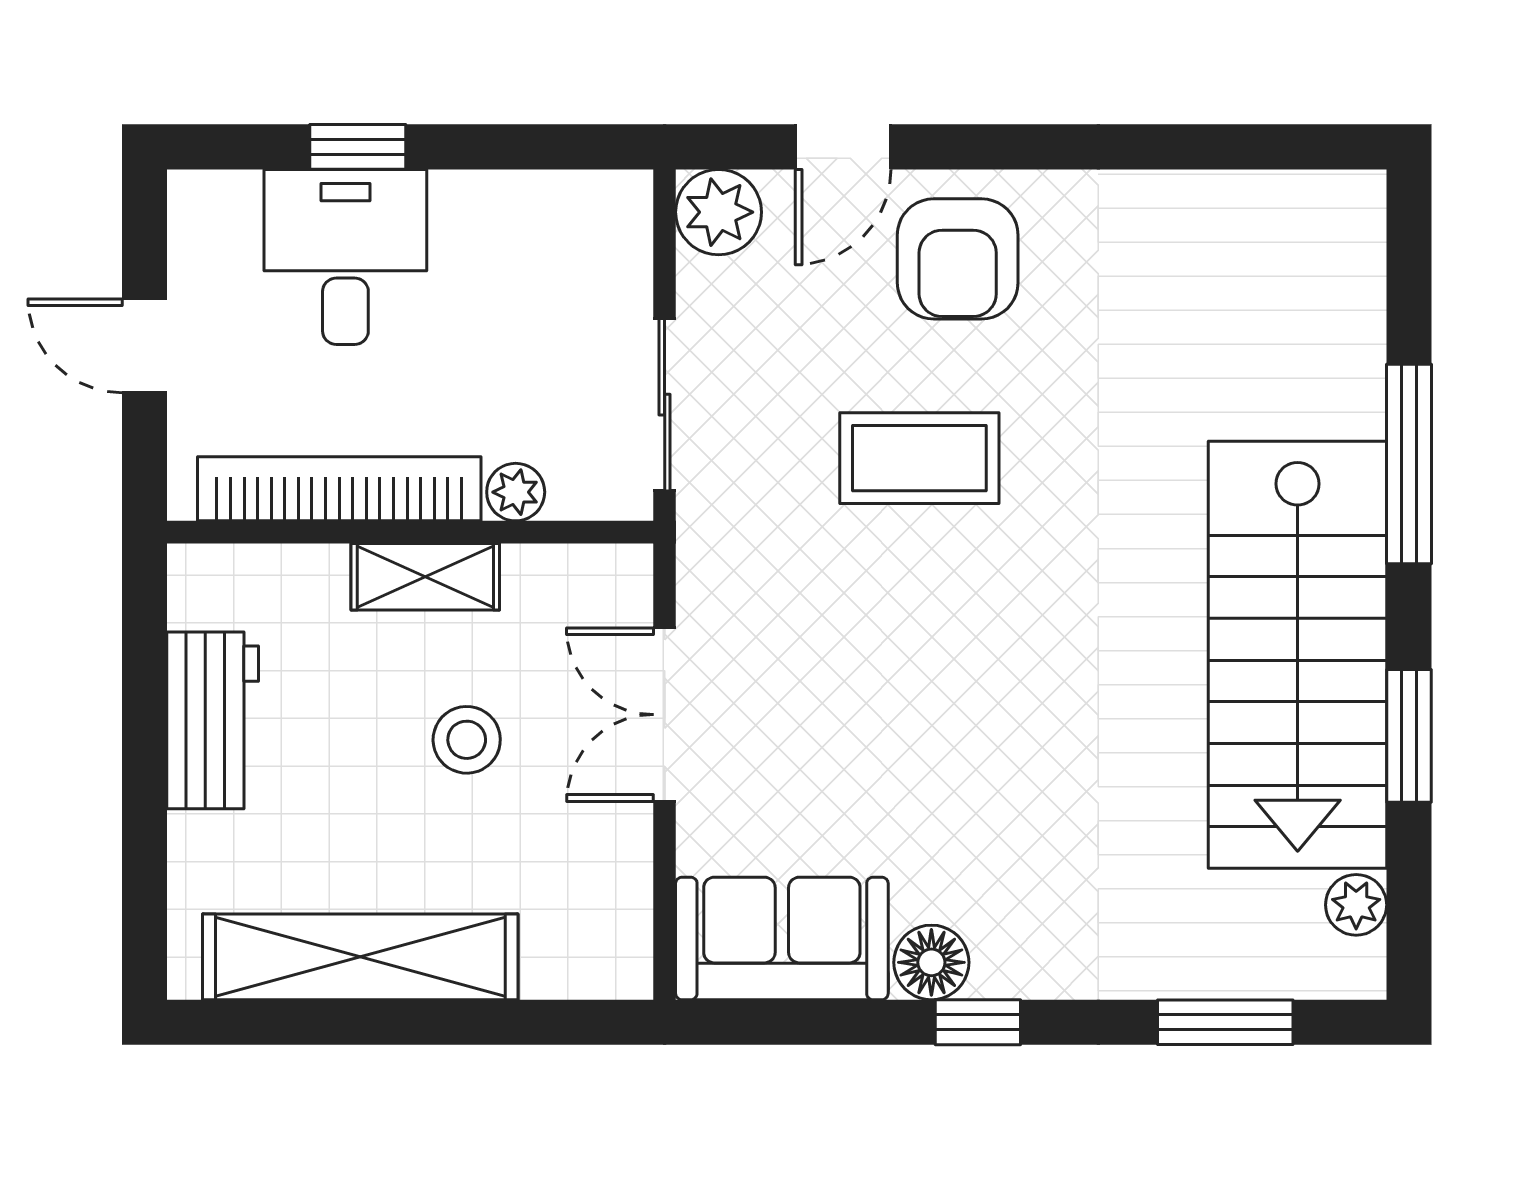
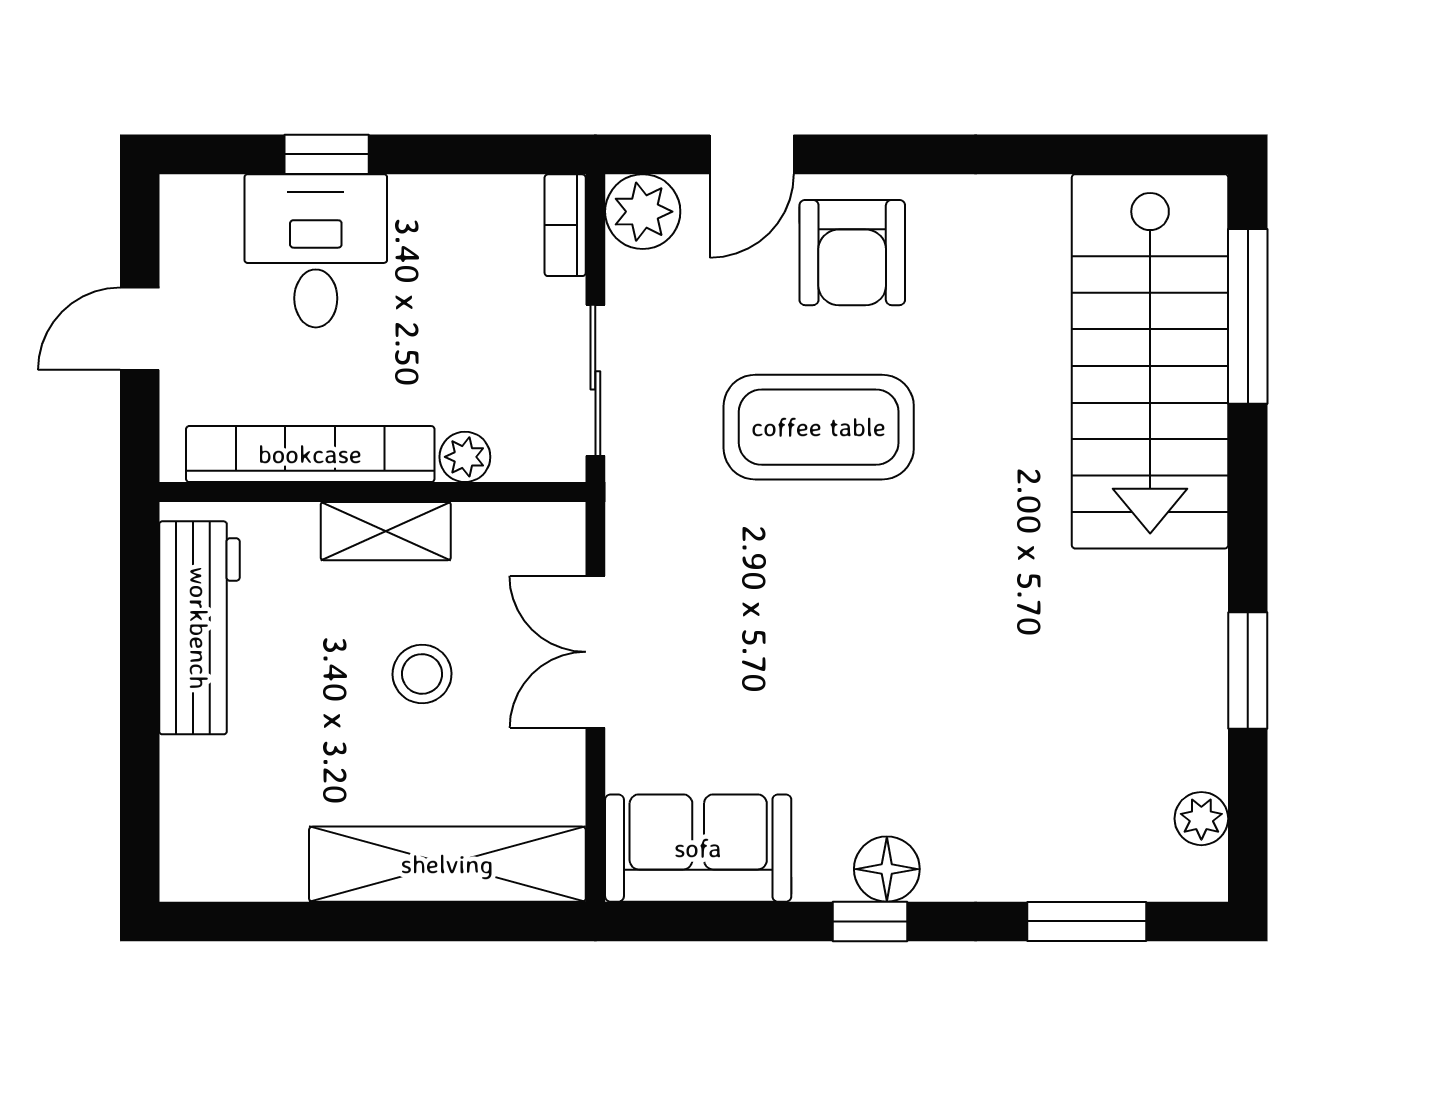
bookcase: (630, 228) -> (565, 225), added
door: (144, 346) -> (140, 329), hinge flipped
coffee table: (919, 458) -> (819, 427), width x1.36, depth x1.32
window: (1409, 464) -> (1248, 316), moved
stairs: (1298, 655) -> (1150, 361), moved
workbench: (213, 720) -> (199, 628), width x1.37
shelving: (360, 957) -> (447, 864), moved
floor lamp: (931, 962) -> (887, 869), moved

